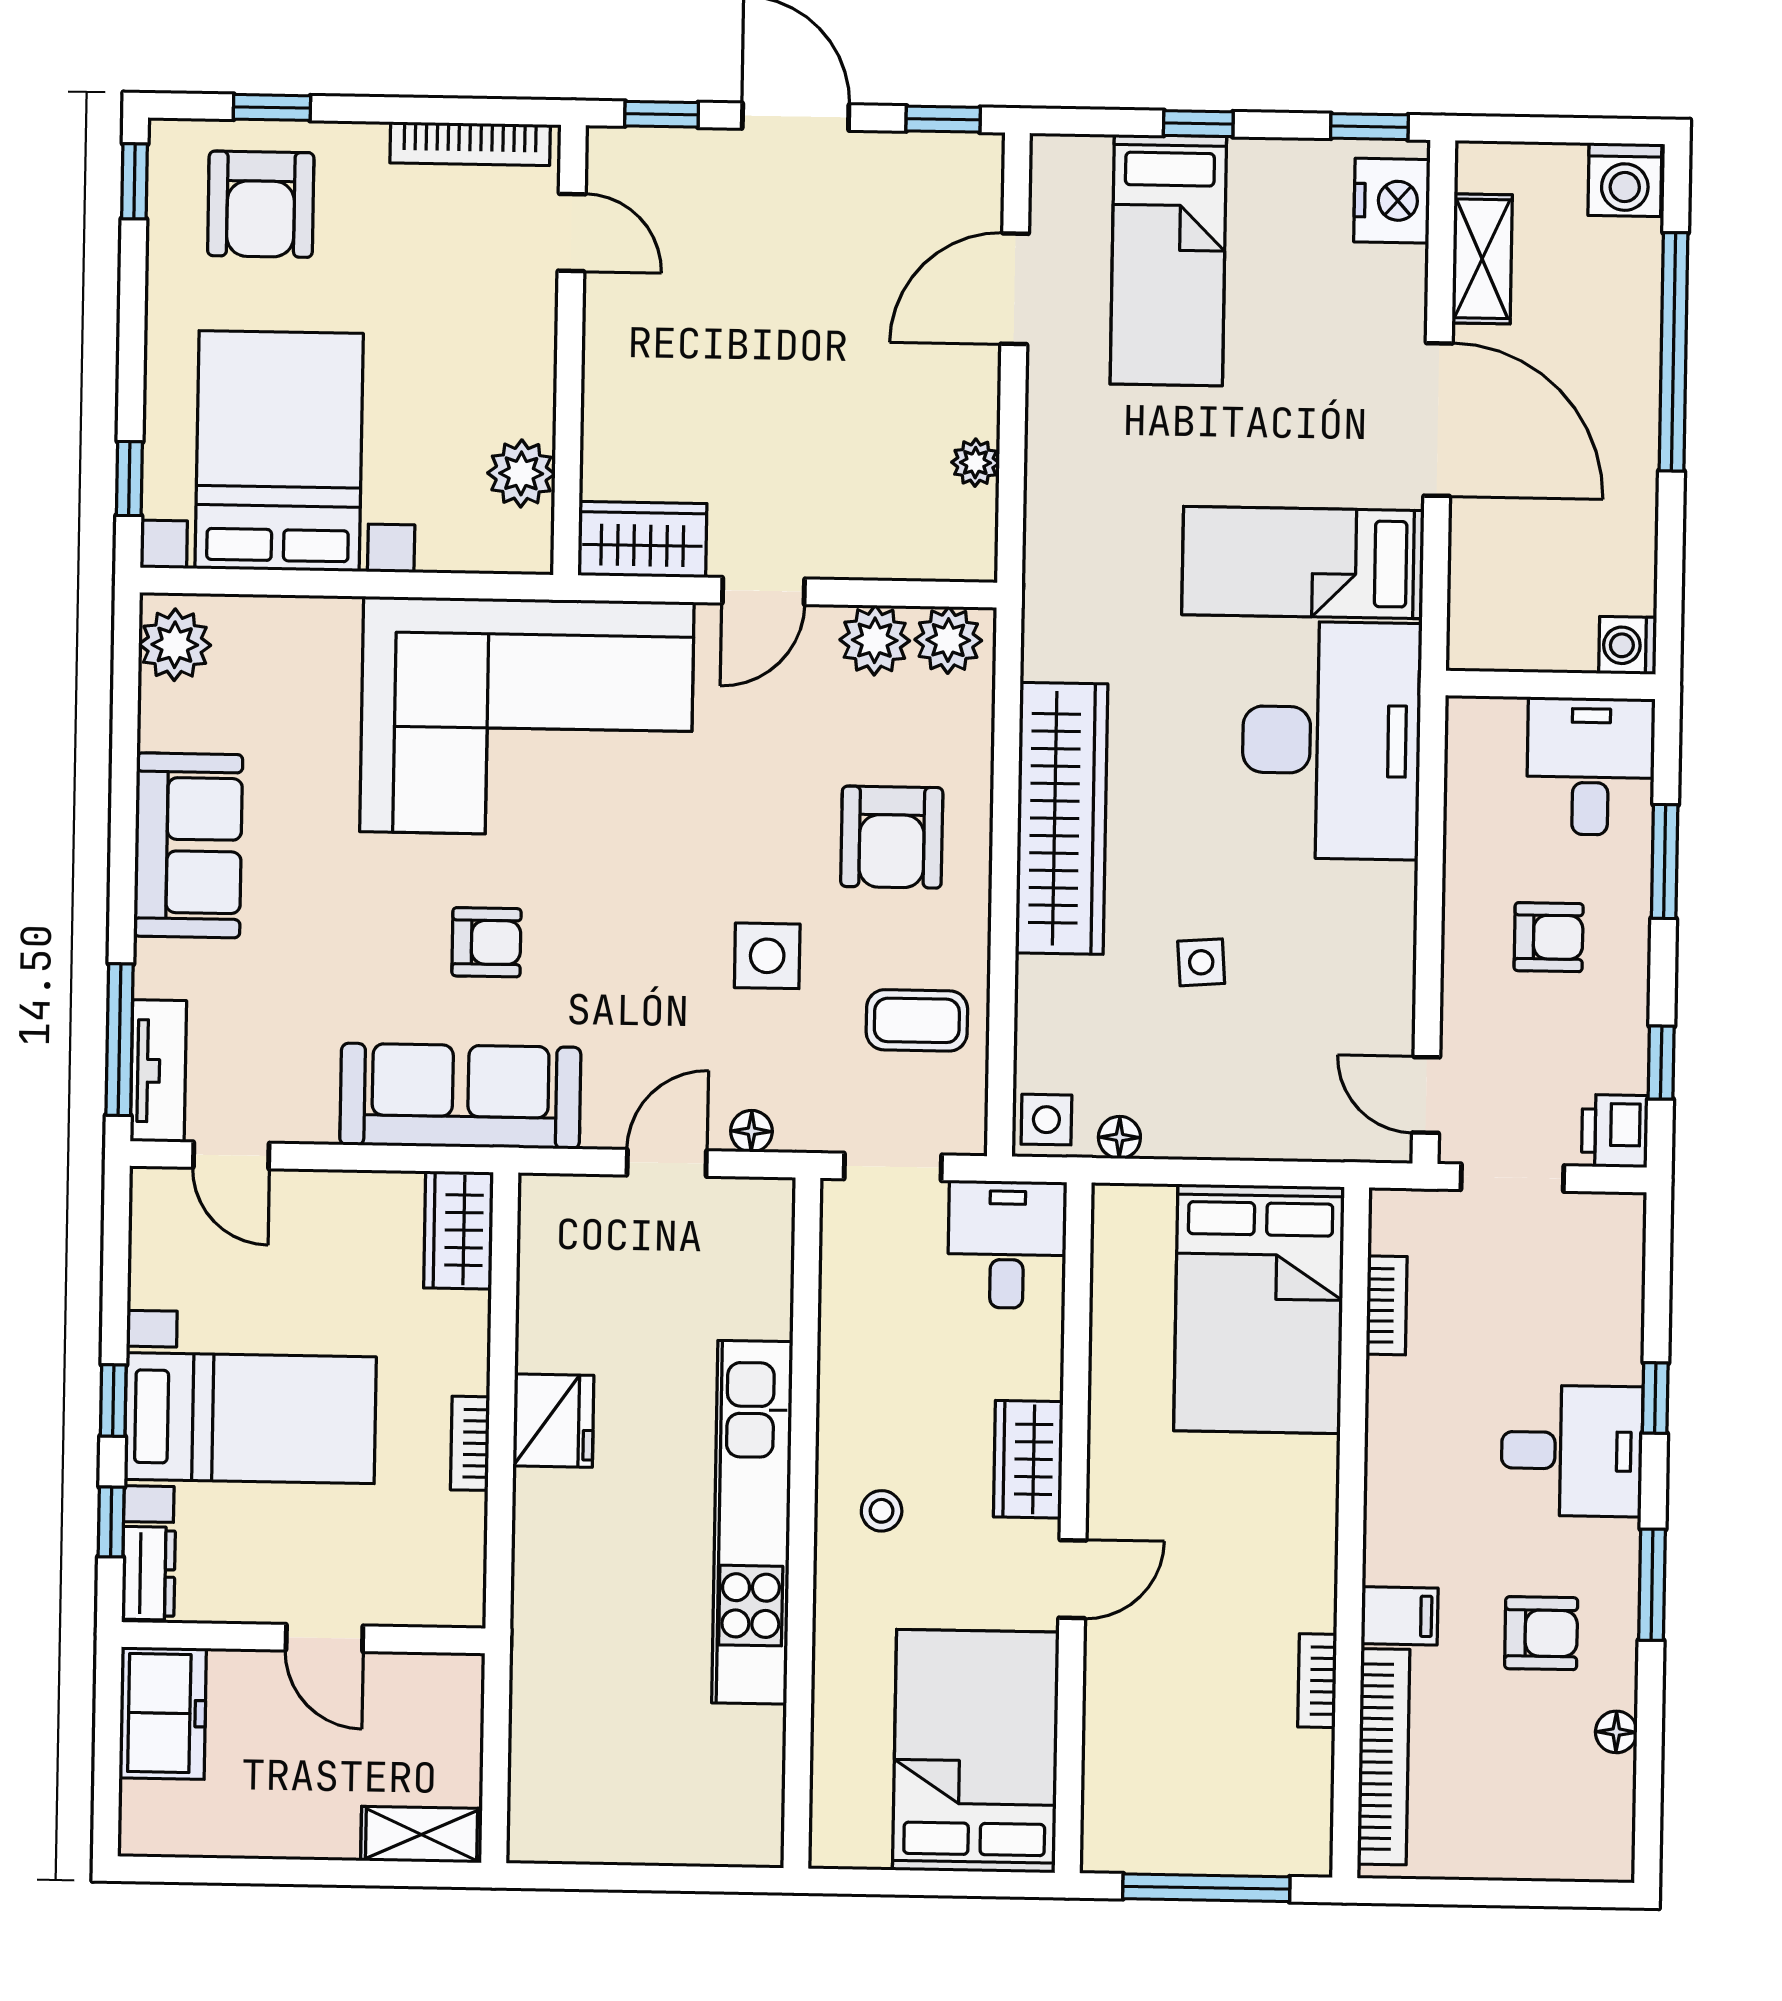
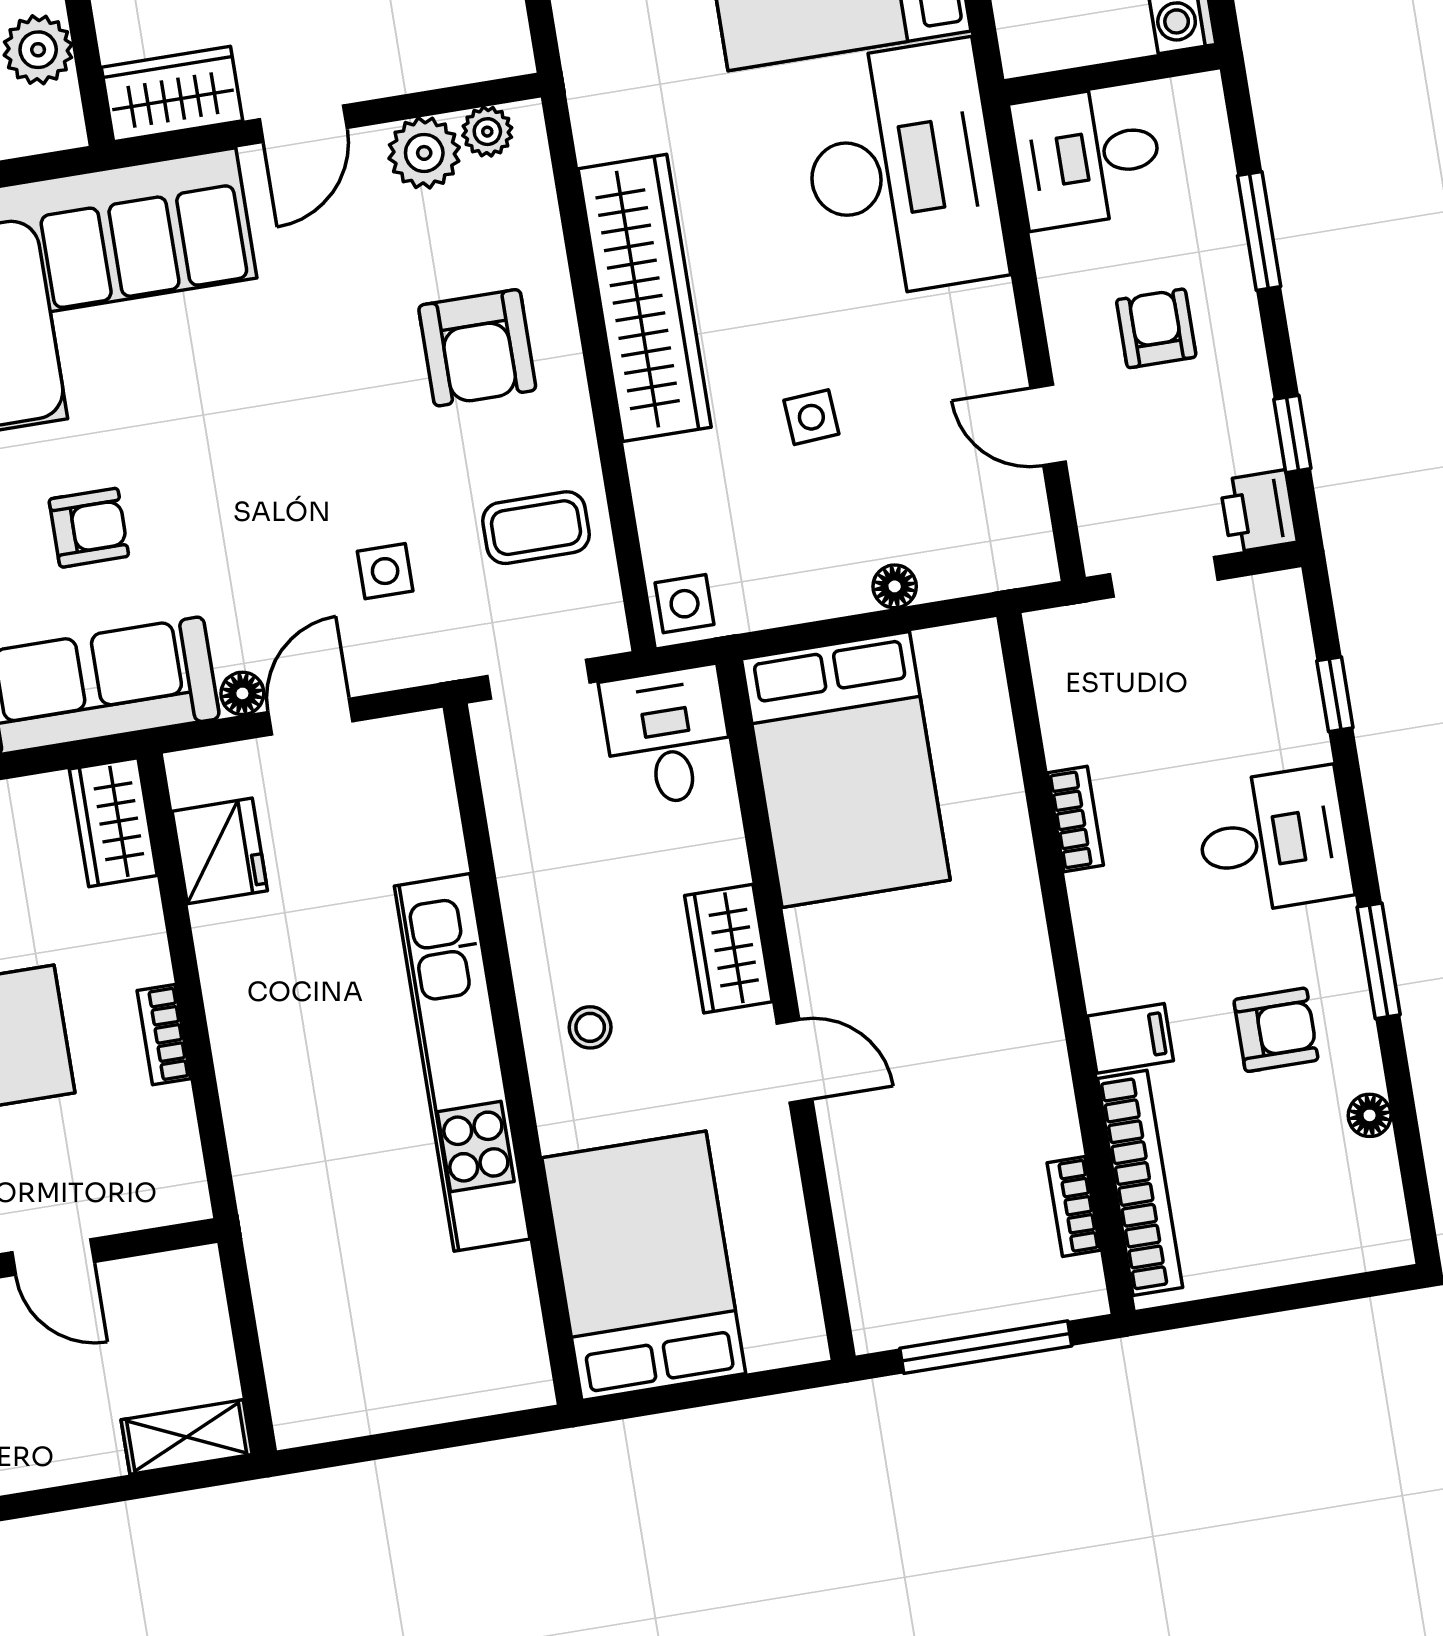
plant: (948, 640) -> (487, 132), width x0.73, depth x0.73
desk: (1591, 766) -> (1088, 157), moved, turned -90
armchair: (1549, 937) -> (1156, 328), turned -90
side table: (767, 956) -> (385, 571), moved, width x0.73, depth x0.73
door: (1426, 1095) -> (1048, 425), moved
floor lamp: (751, 1131) -> (242, 693), moved
floor lamp: (1119, 1137) -> (895, 586), moved
bookcase: (1387, 1305) -> (1076, 819), moved
bed: (1259, 1309) -> (846, 769), moved
window: (1655, 1398) -> (1335, 694), moved
fridge: (553, 1421) -> (220, 851), moved
door: (1072, 1579) -> (795, 1061), hinge flipped
bookcase: (1317, 1681) -> (1074, 1206), moved
bed: (976, 1751) -> (644, 1266), moved

